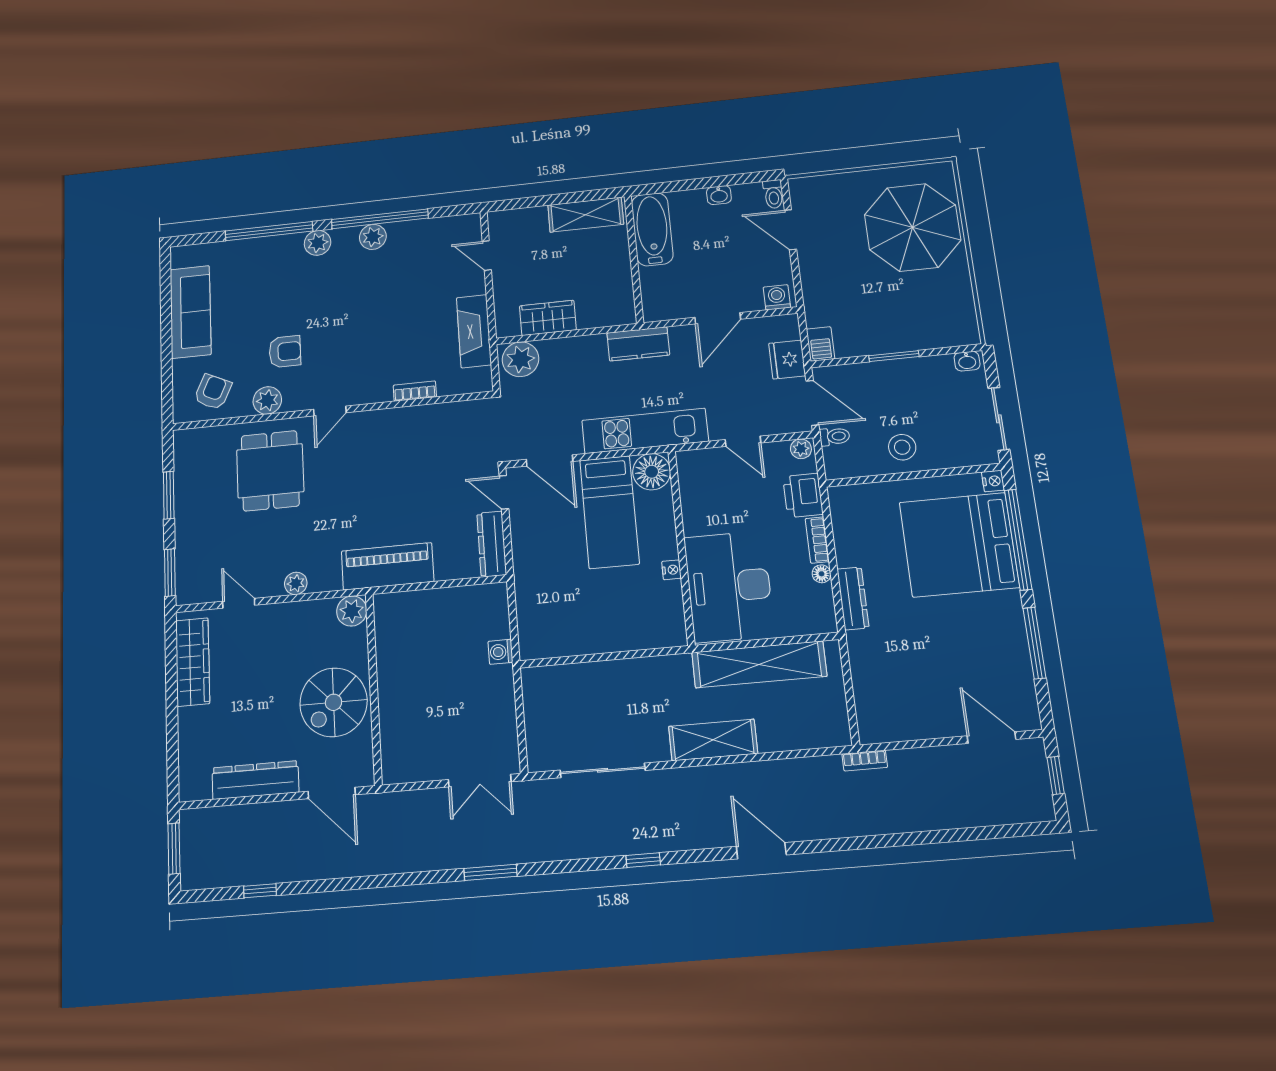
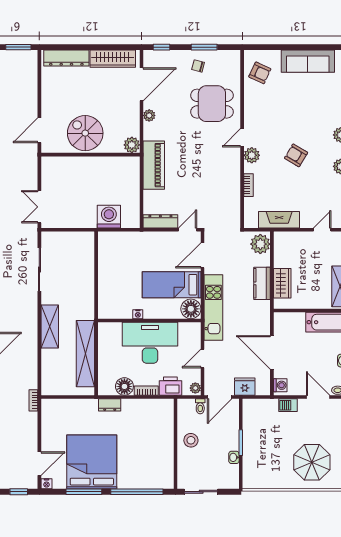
parasol: (913, 227) -> (312, 462), width x0.73, depth x0.73
door: (790, 230) -> (318, 397), hinge flipped
wardrobe: (548, 318) -> (282, 283), moved
door: (718, 318) -> (272, 352), width x1.36
kitchen counter: (638, 344) -> (262, 283), moved
barbecue: (821, 344) -> (288, 405), moved
armchair: (285, 352) -> (296, 155), moved, turned 121
washbasin: (967, 361) -> (234, 457), moved
plant: (267, 400) -> (252, 155), moved
door: (330, 411) -> (242, 138), hinge flipped
nightstand: (993, 481) -> (47, 484), moved
chair: (203, 502) -> (198, 66), added
bed: (959, 545) -> (92, 462), moved
window: (170, 573) -> (161, 47), width x0.67
floor lamp: (821, 574) -> (124, 386), width x1.89, depth x1.89
desk: (729, 586) -> (150, 343), moved
dresser: (853, 598) -> (110, 405), width x0.70
door: (239, 603) -> (141, 84), width x1.88
washing machine: (500, 652) -> (109, 217), width x1.89, depth x1.89
dresser: (255, 780) -> (66, 58), moved, turned 90

